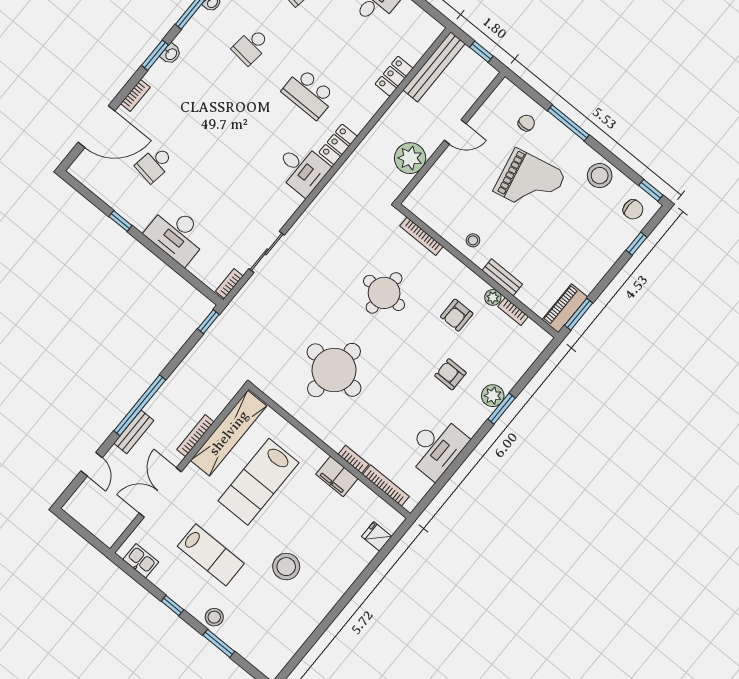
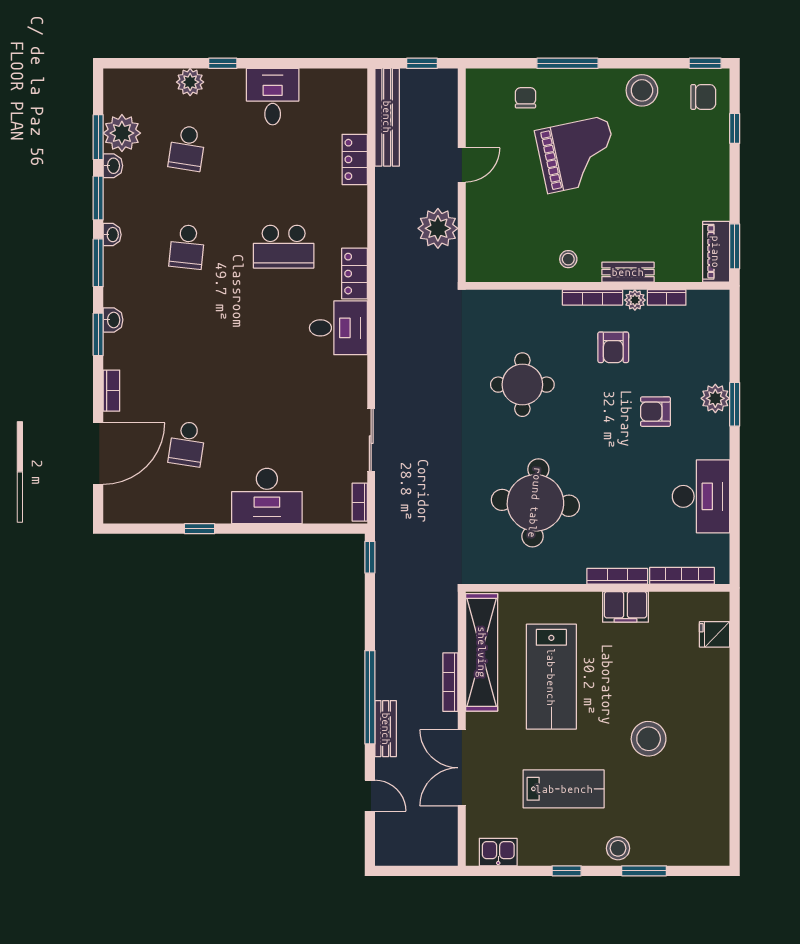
bookcase: (421, 236) -> (593, 297), moved
bookcase: (353, 459) -> (617, 576), width x1.56

